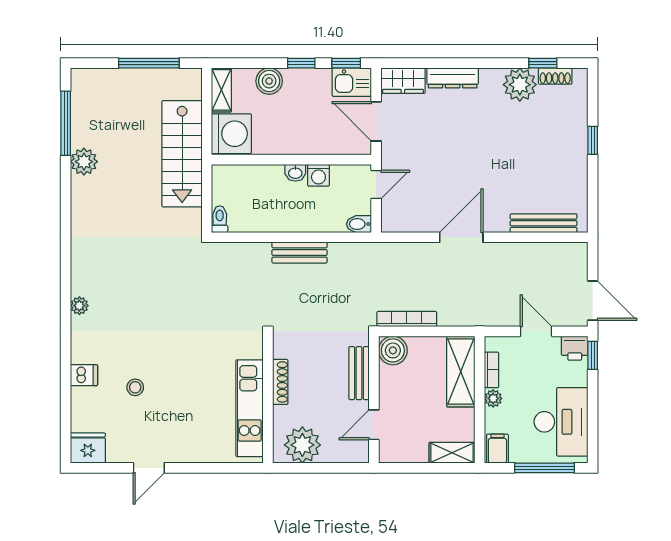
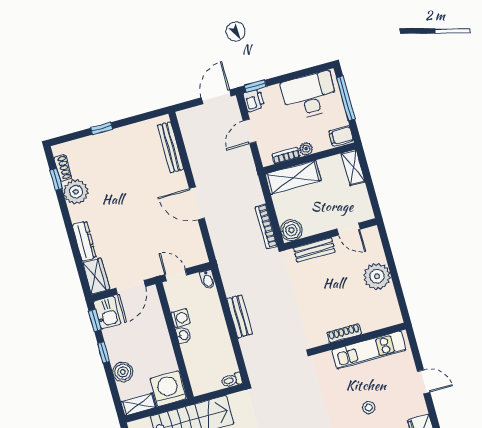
shoe rack: (280, 382) -> (344, 333), moved
wall: (268, 400) -> (359, 339), moved
kitchen unit: (250, 408) -> (369, 350), moved

